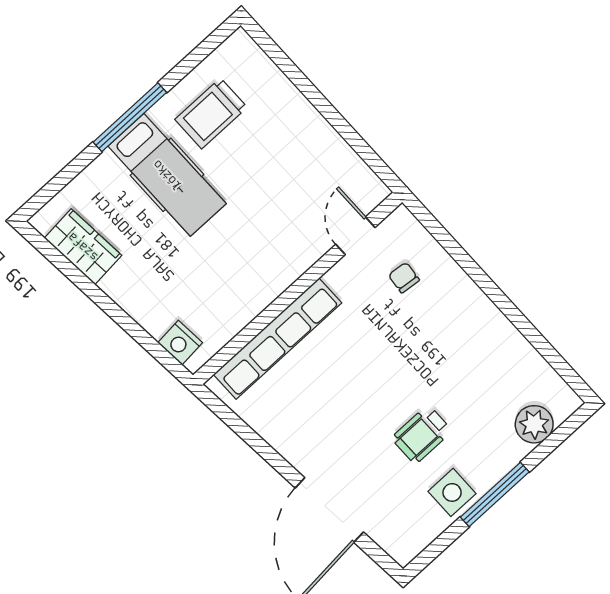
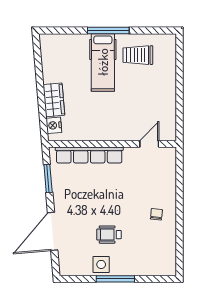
wardrobe: (83, 247) -> (54, 100), moved
chair: (404, 278) -> (156, 214), moved
plant: (534, 424) -> (152, 267), removed
window: (247, 434) -> (48, 179), added

